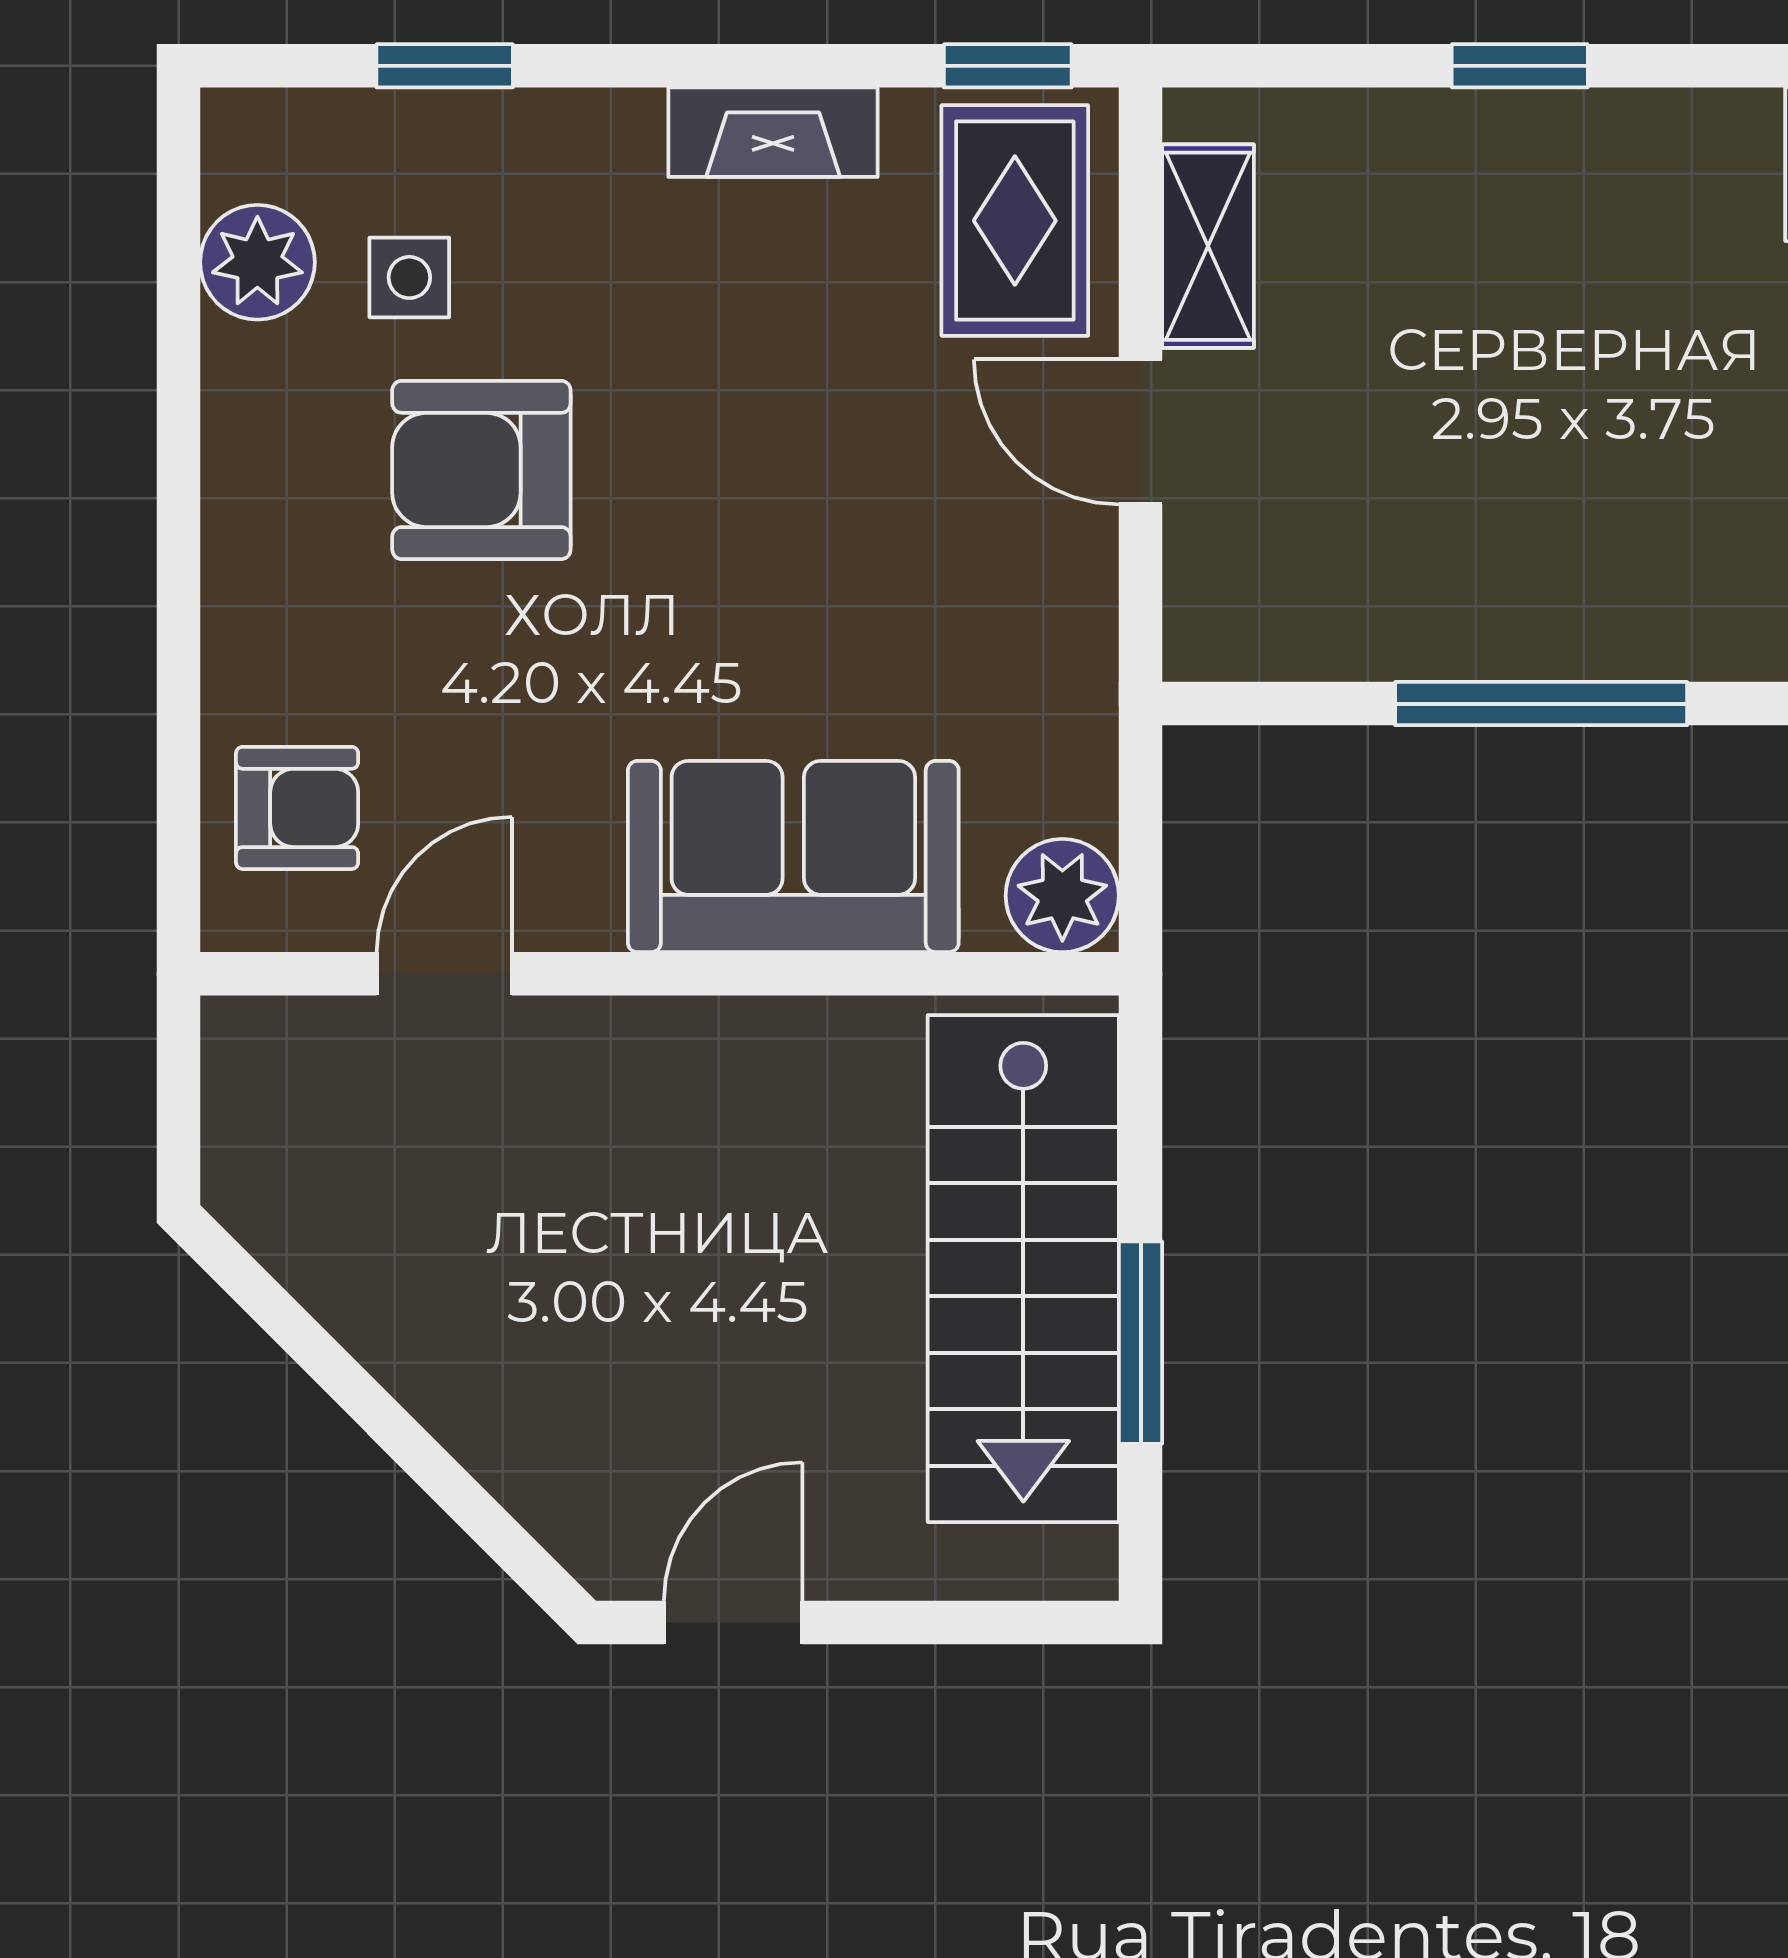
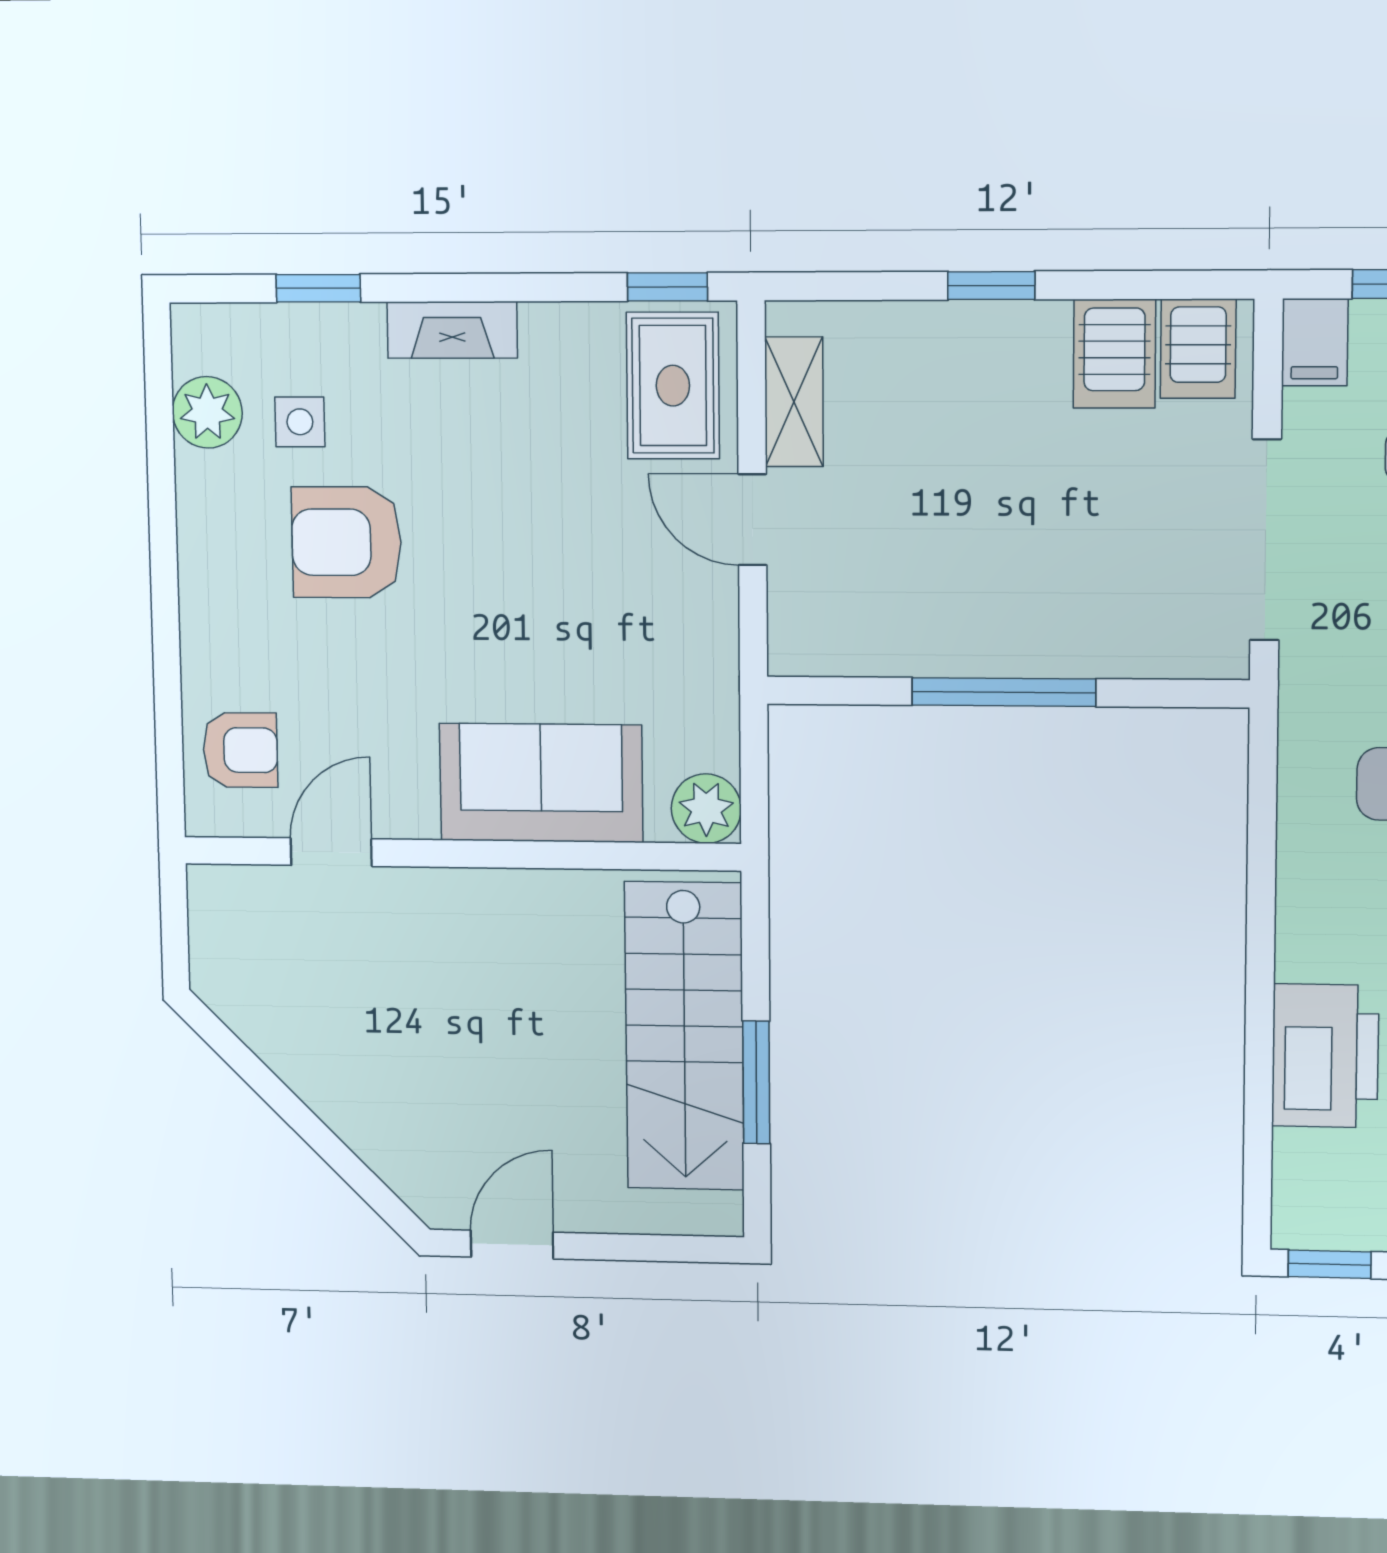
fireplace: (773, 132) -> (452, 330), moved
server rack: (1713, 172) -> (1114, 354), added

